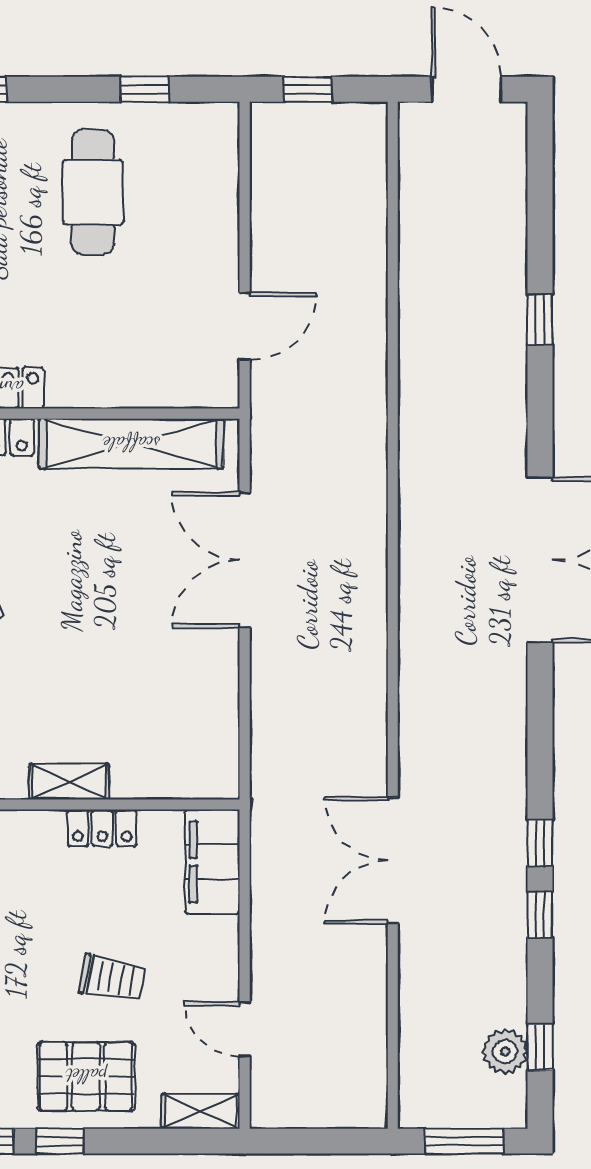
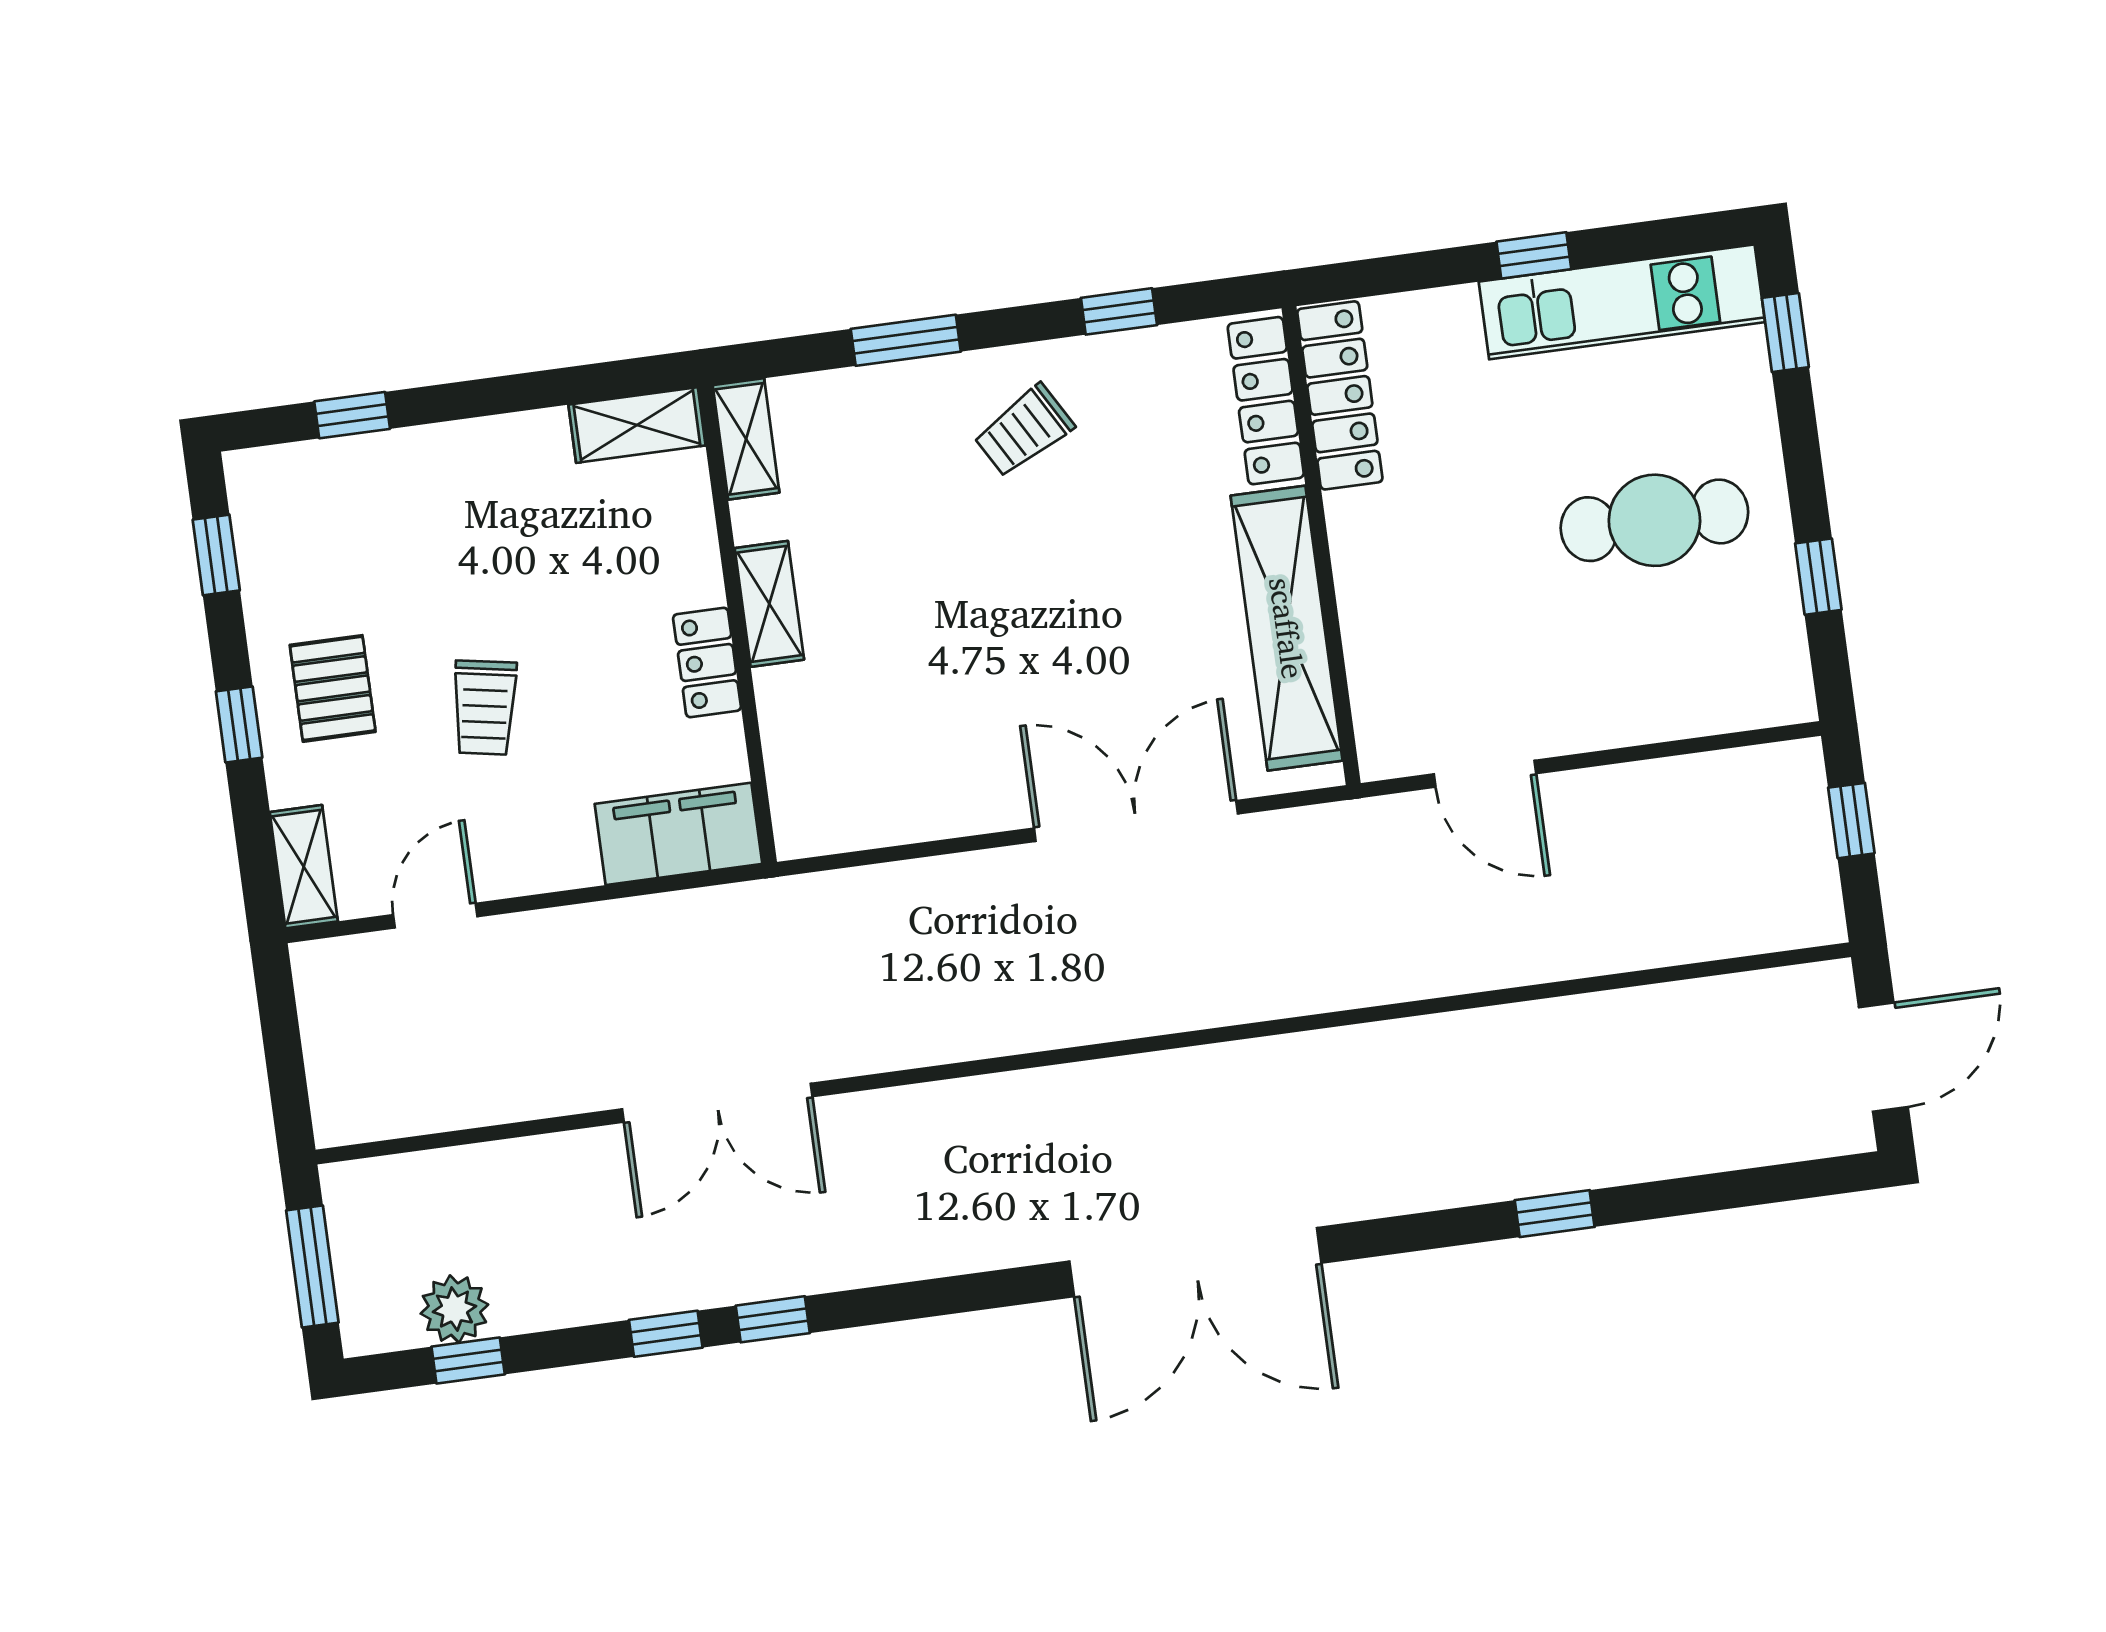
double door: (393, 860) -> (717, 1103), swing flipped
pallet: (86, 1076) -> (333, 688), width x0.67, depth x0.71
window: (60, 1141) -> (239, 725), moved

